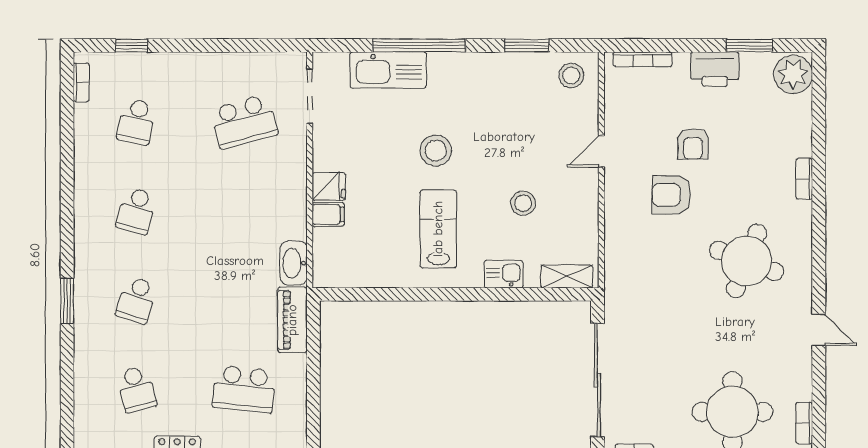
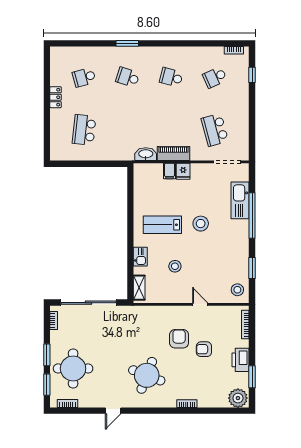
school desk: (136, 122) -> (215, 77), turned -36
lab bench: (438, 229) -> (162, 225), turned 180
piano: (292, 320) -> (174, 154), moved

